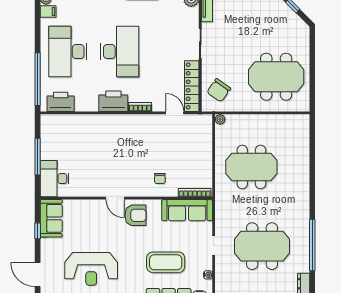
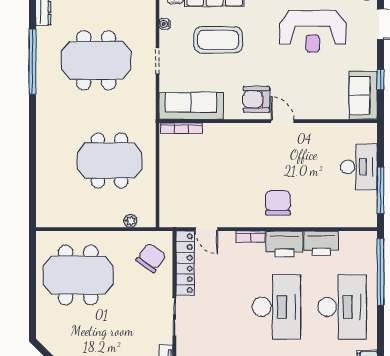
desk: (120, 52) -> (277, 307), turned 180
printer: (61, 102) -> (321, 243), moved
plant: (220, 119) -> (130, 221), moved
window: (38, 157) -> (380, 190), moved
desk: (55, 179) -> (359, 167), moved
chair: (160, 179) -> (278, 203), moved, width x1.87, depth x1.87
reception desk: (91, 269) -> (313, 31), turned 180

